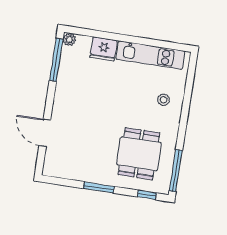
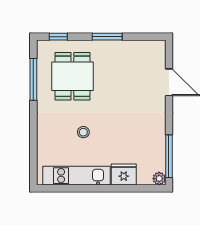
stool: (164, 100) -> (83, 132), moved
window: (176, 171) -> (33, 79), moved

